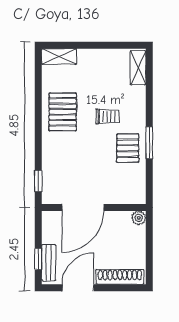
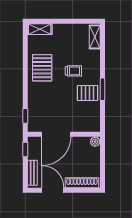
pallet: (128, 148) -> (87, 93), turned 90
window: (38, 259) -> (25, 149), moved
door: (78, 288) -> (53, 190), hinge flipped

